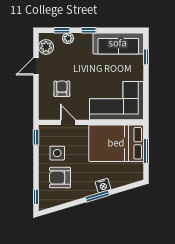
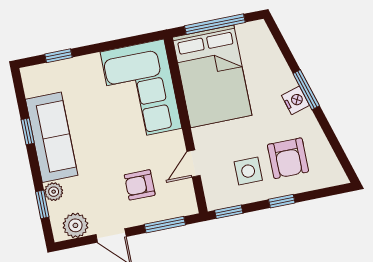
window: (89, 30) -> (28, 131), moved
sofa: (118, 43) -> (52, 137), moved
window: (36, 99) -> (165, 225), added
window: (146, 151) -> (215, 24), width x1.44
nightstand: (103, 186) -> (295, 100), moved
window: (36, 197) -> (282, 201), moved

